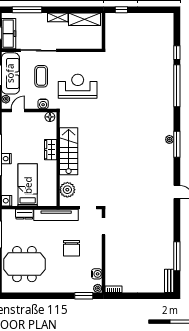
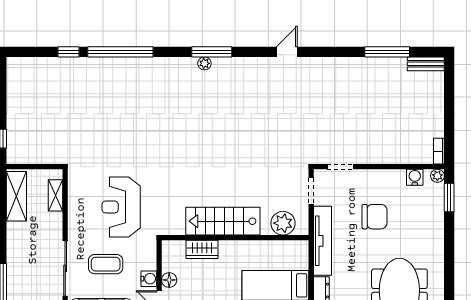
shelving: (58, 17) -> (55, 195), moved
water cooler: (43, 104) -> (149, 279), moved
floor lamp: (50, 117) -> (169, 280), moved
wardrobe: (51, 150) -> (202, 249), moved

